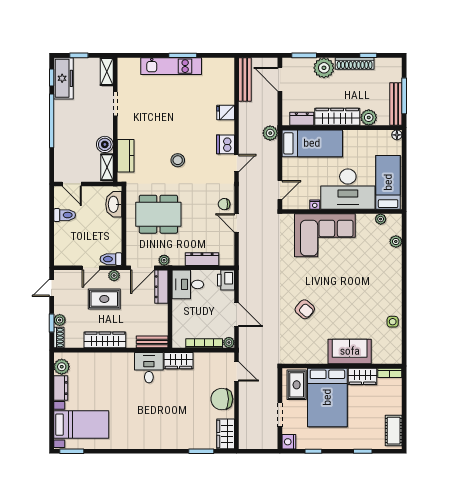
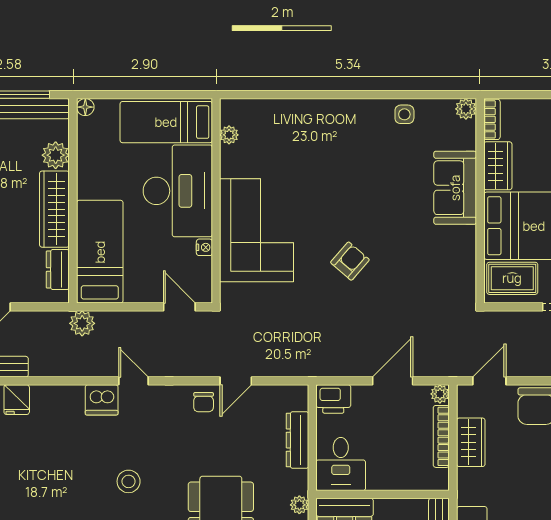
fridge: (226, 113) -> (17, 400), moved
plant: (396, 241) -> (466, 109), moved
armchair: (305, 309) -> (350, 261), moved
wardrobe: (179, 361) -> (471, 442), moved

